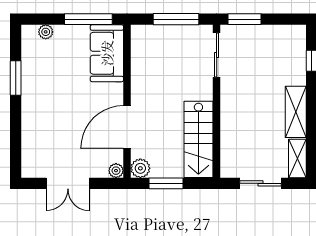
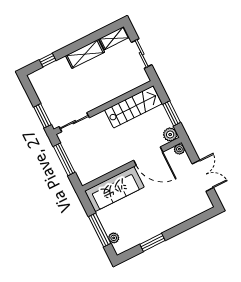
window: (88, 19) -> (100, 230), moved
sofa: (107, 53) -> (114, 189), width x1.36

